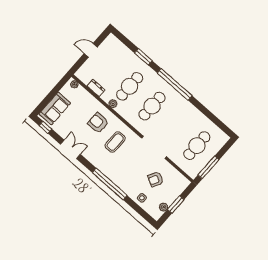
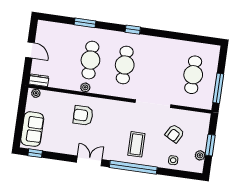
door: (91, 50) -> (30, 50), swing flipped
window: (175, 84) -> (133, 30), width x0.32
dresser: (96, 88) -> (39, 80), moved
coffee table: (115, 142) -> (136, 144), moved
double door: (70, 149) -> (89, 161), moved

